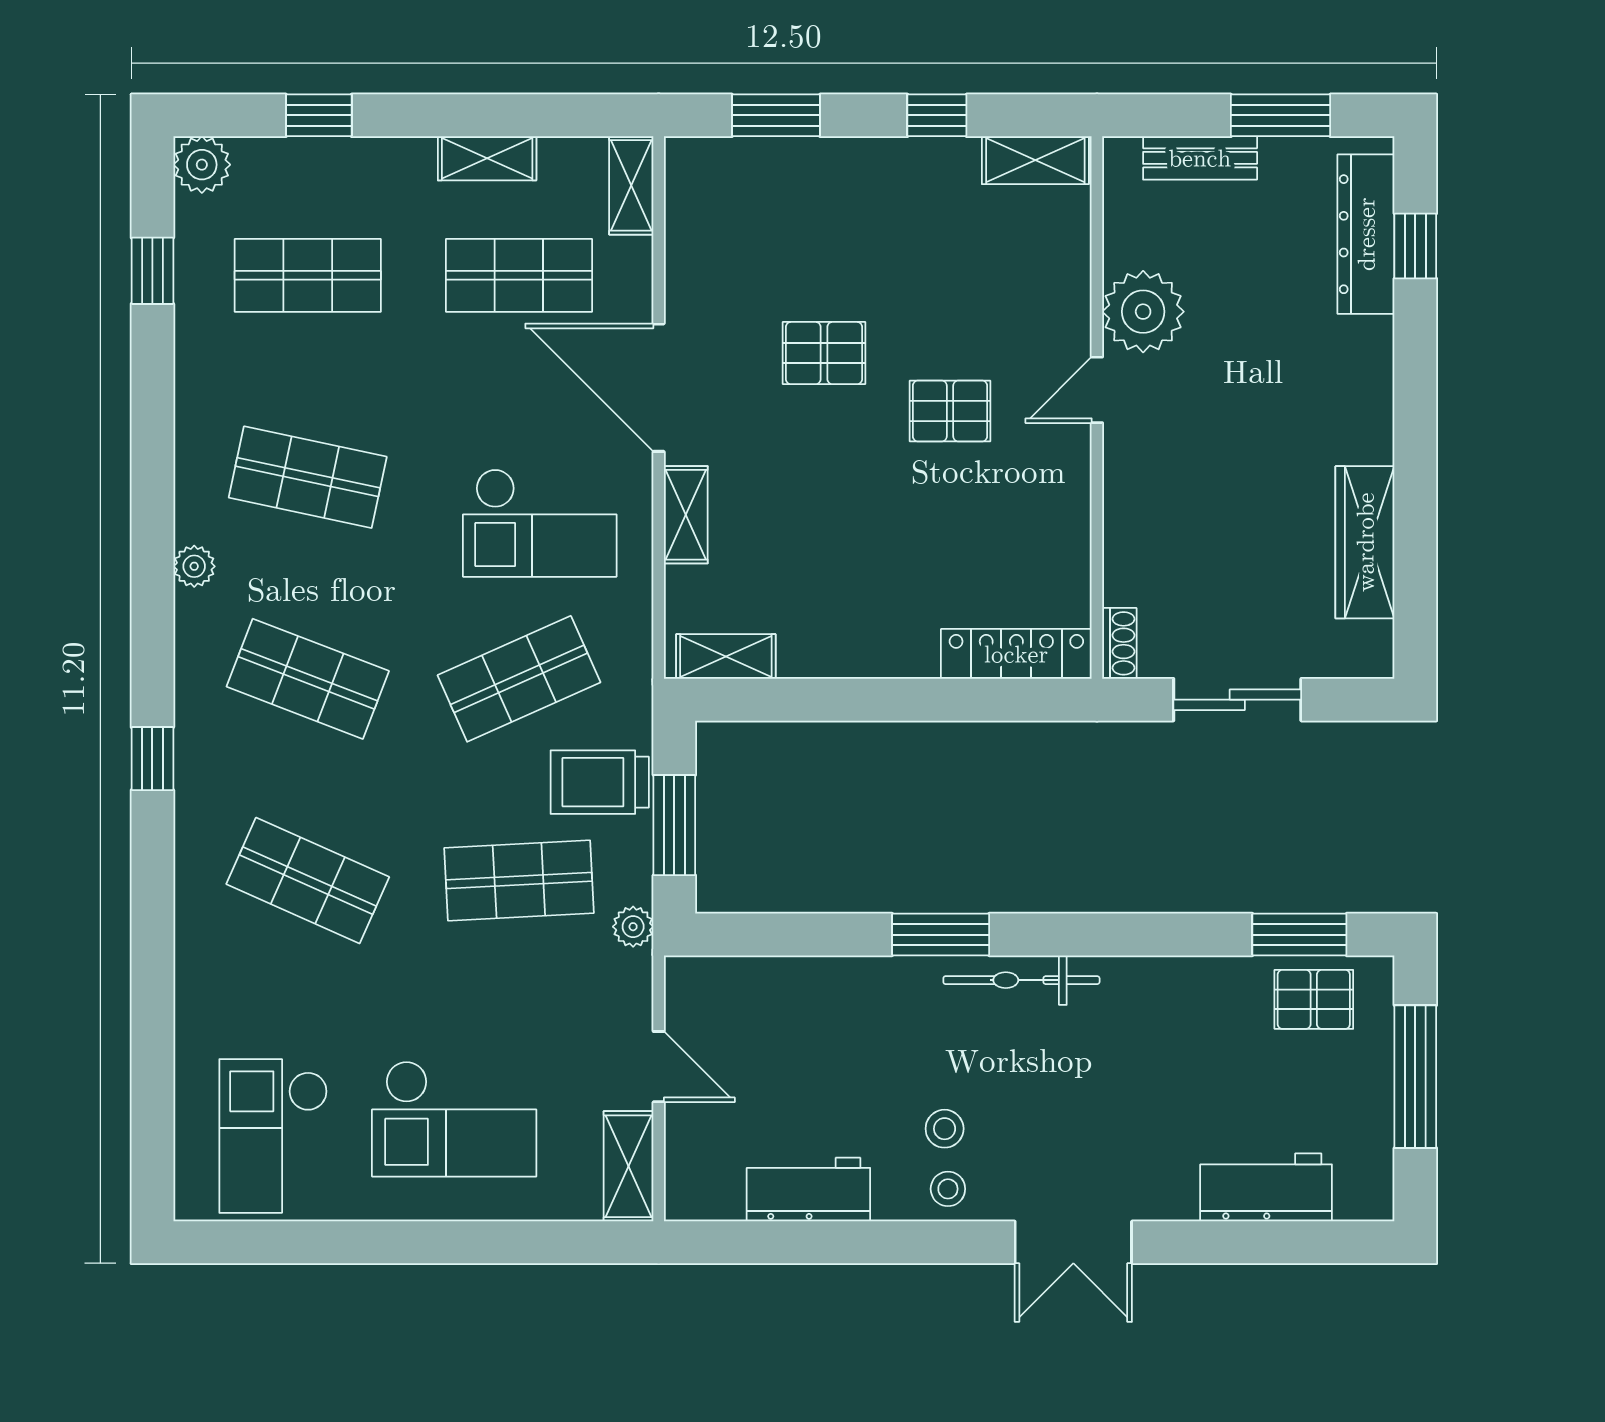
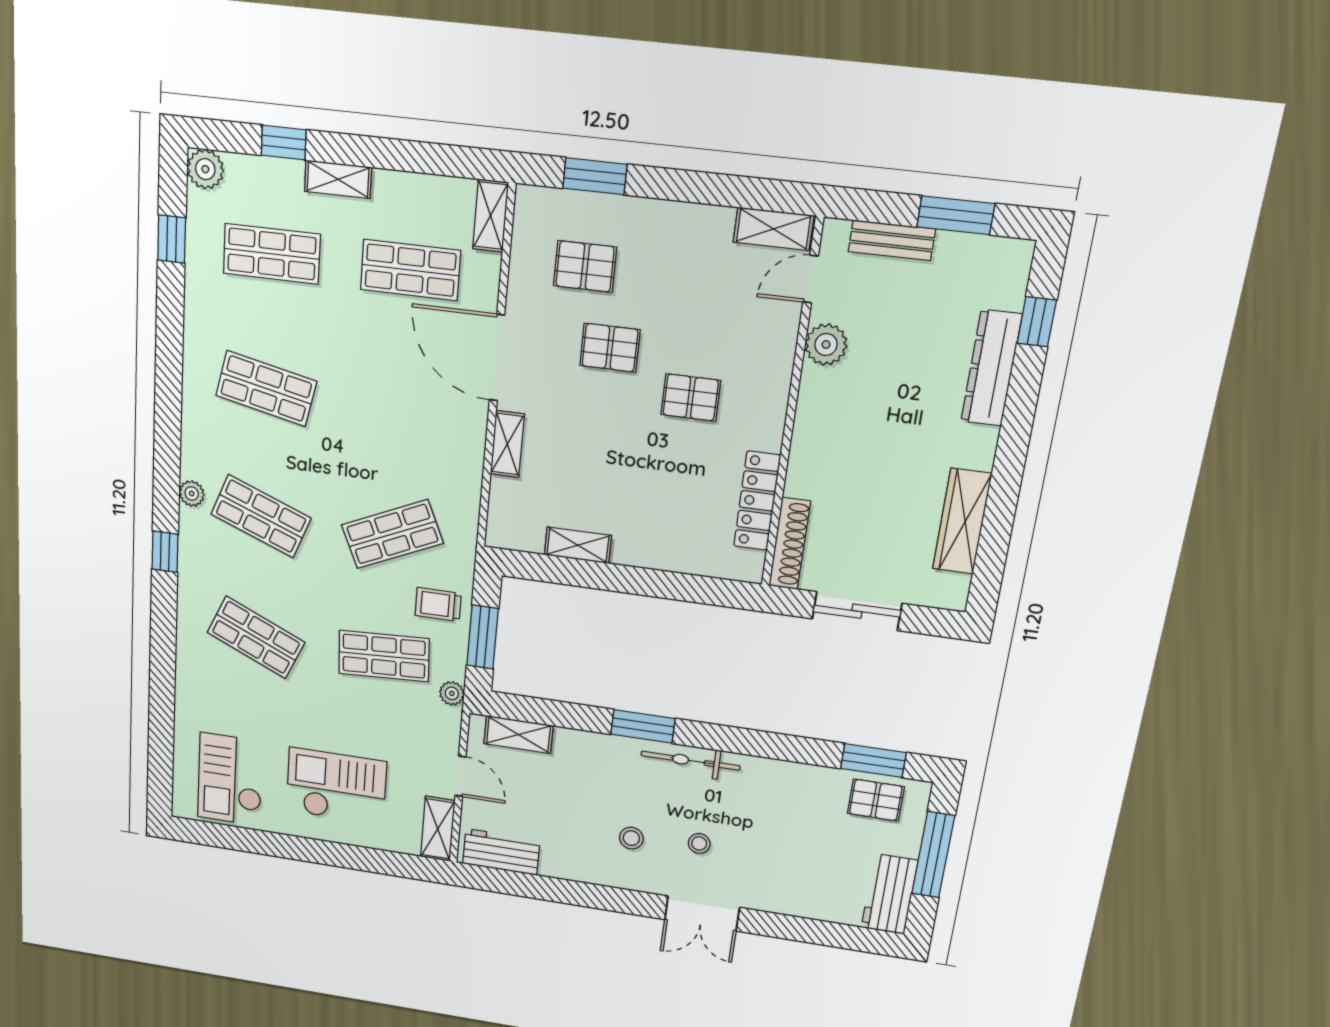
window: (937, 115) -> (708, 188), removed
shelving: (487, 158) -> (338, 179), moved
dresser: (1366, 234) -> (991, 368), moved
pallet: (775, 241) -> (585, 266), added
plant: (1143, 312) -> (826, 344), width x0.73, depth x0.73
door: (1097, 390) -> (811, 279), moved
checkout: (540, 523) -> (412, 437), removed
plant: (194, 566) -> (192, 494), moved
shoe rack: (1119, 643) -> (790, 544), width x1.94, depth x1.24
locker: (1016, 654) -> (757, 501), moved, turned -90
shelving: (726, 656) -> (578, 545), moved
trolley: (600, 782) -> (438, 604), width x0.73, depth x0.72
shelving: (746, 980) -> (519, 735), added
checkout: (454, 1119) -> (336, 786), turned 180
workbench: (1266, 1187) -> (889, 894), moved, turned -90
stool: (948, 1189) -> (699, 843), moved
workbench: (808, 1190) -> (501, 852), moved

